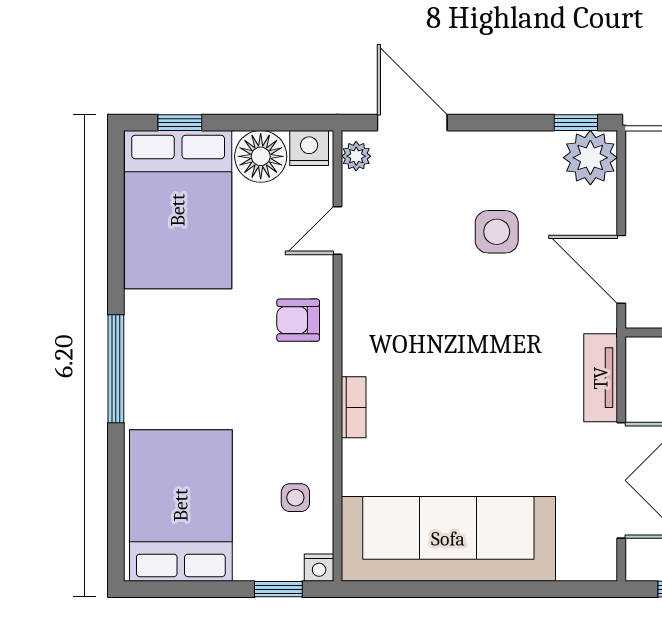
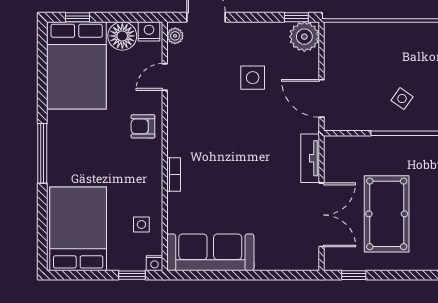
sofa: (448, 539) -> (210, 252), width x0.74, depth x0.79

